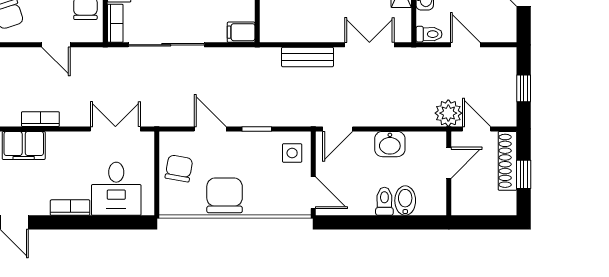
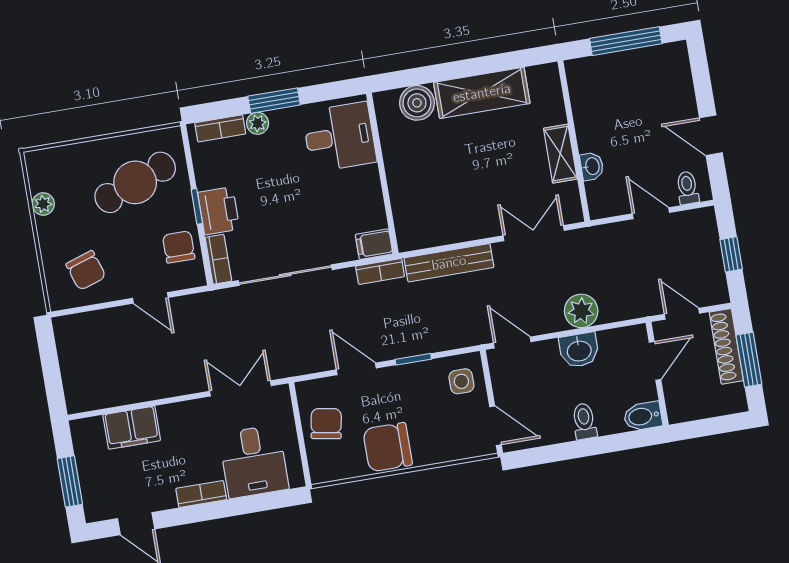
toilet: (429, 34) -> (687, 188), moved, turned -90
bench: (308, 57) -> (449, 263), width x1.36
plant: (448, 113) -> (581, 311), moved
bookcase: (40, 119) -> (380, 271), moved, turned 180
door: (338, 129) -> (512, 342), swing flipped
window: (524, 174) -> (749, 360), width x1.50
chair: (225, 195) -> (388, 447), turned -90
bidet: (405, 201) -> (643, 416), moved, turned -90

